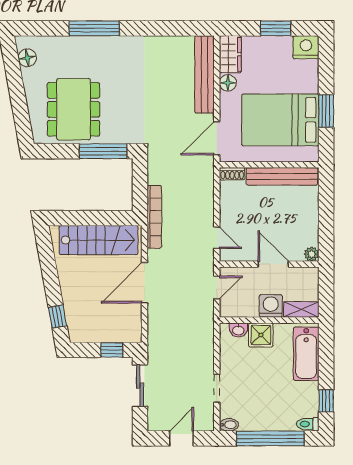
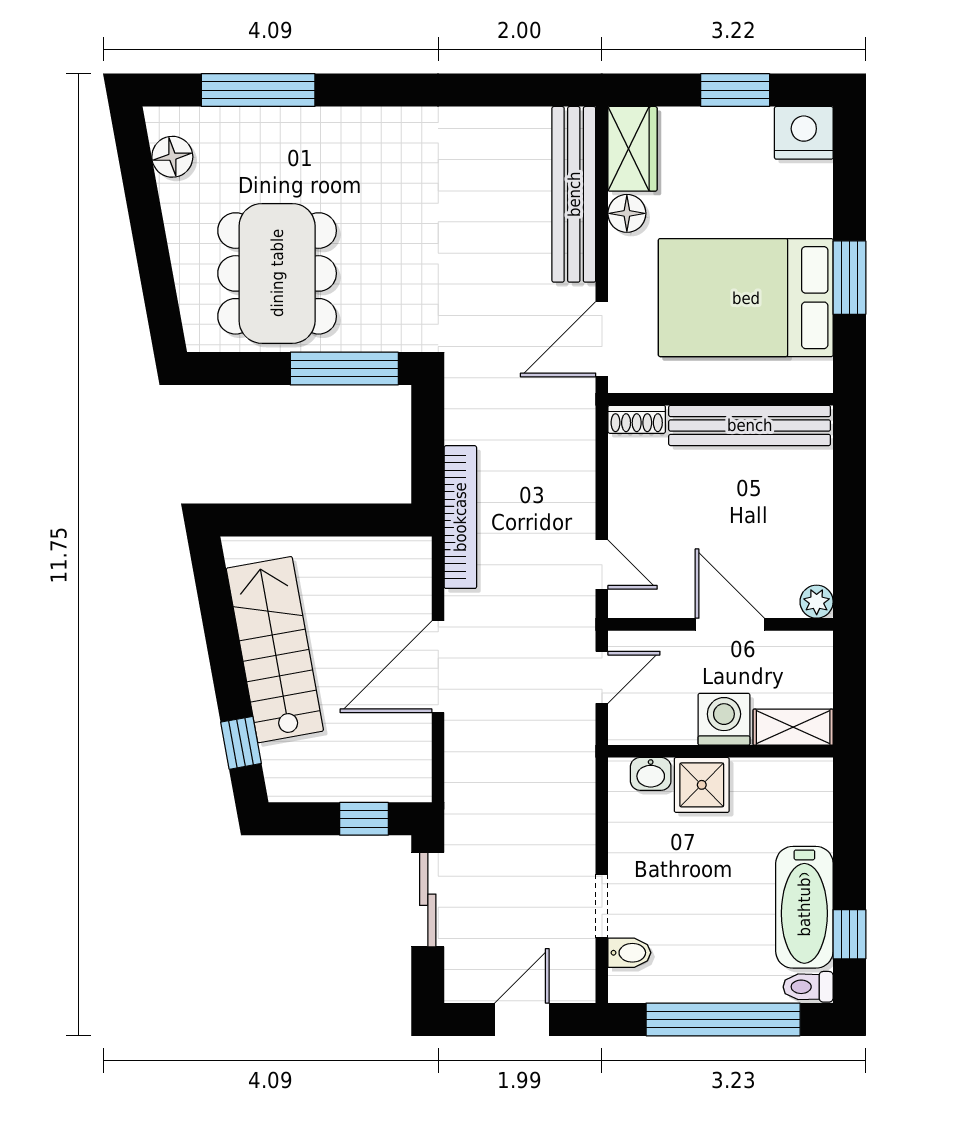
window: (94, 28) -> (258, 90), moved
stairs: (98, 240) -> (275, 650), moved, turned -100
bathtub: (306, 354) -> (804, 907), moved
bidet: (229, 425) -> (629, 953), moved

